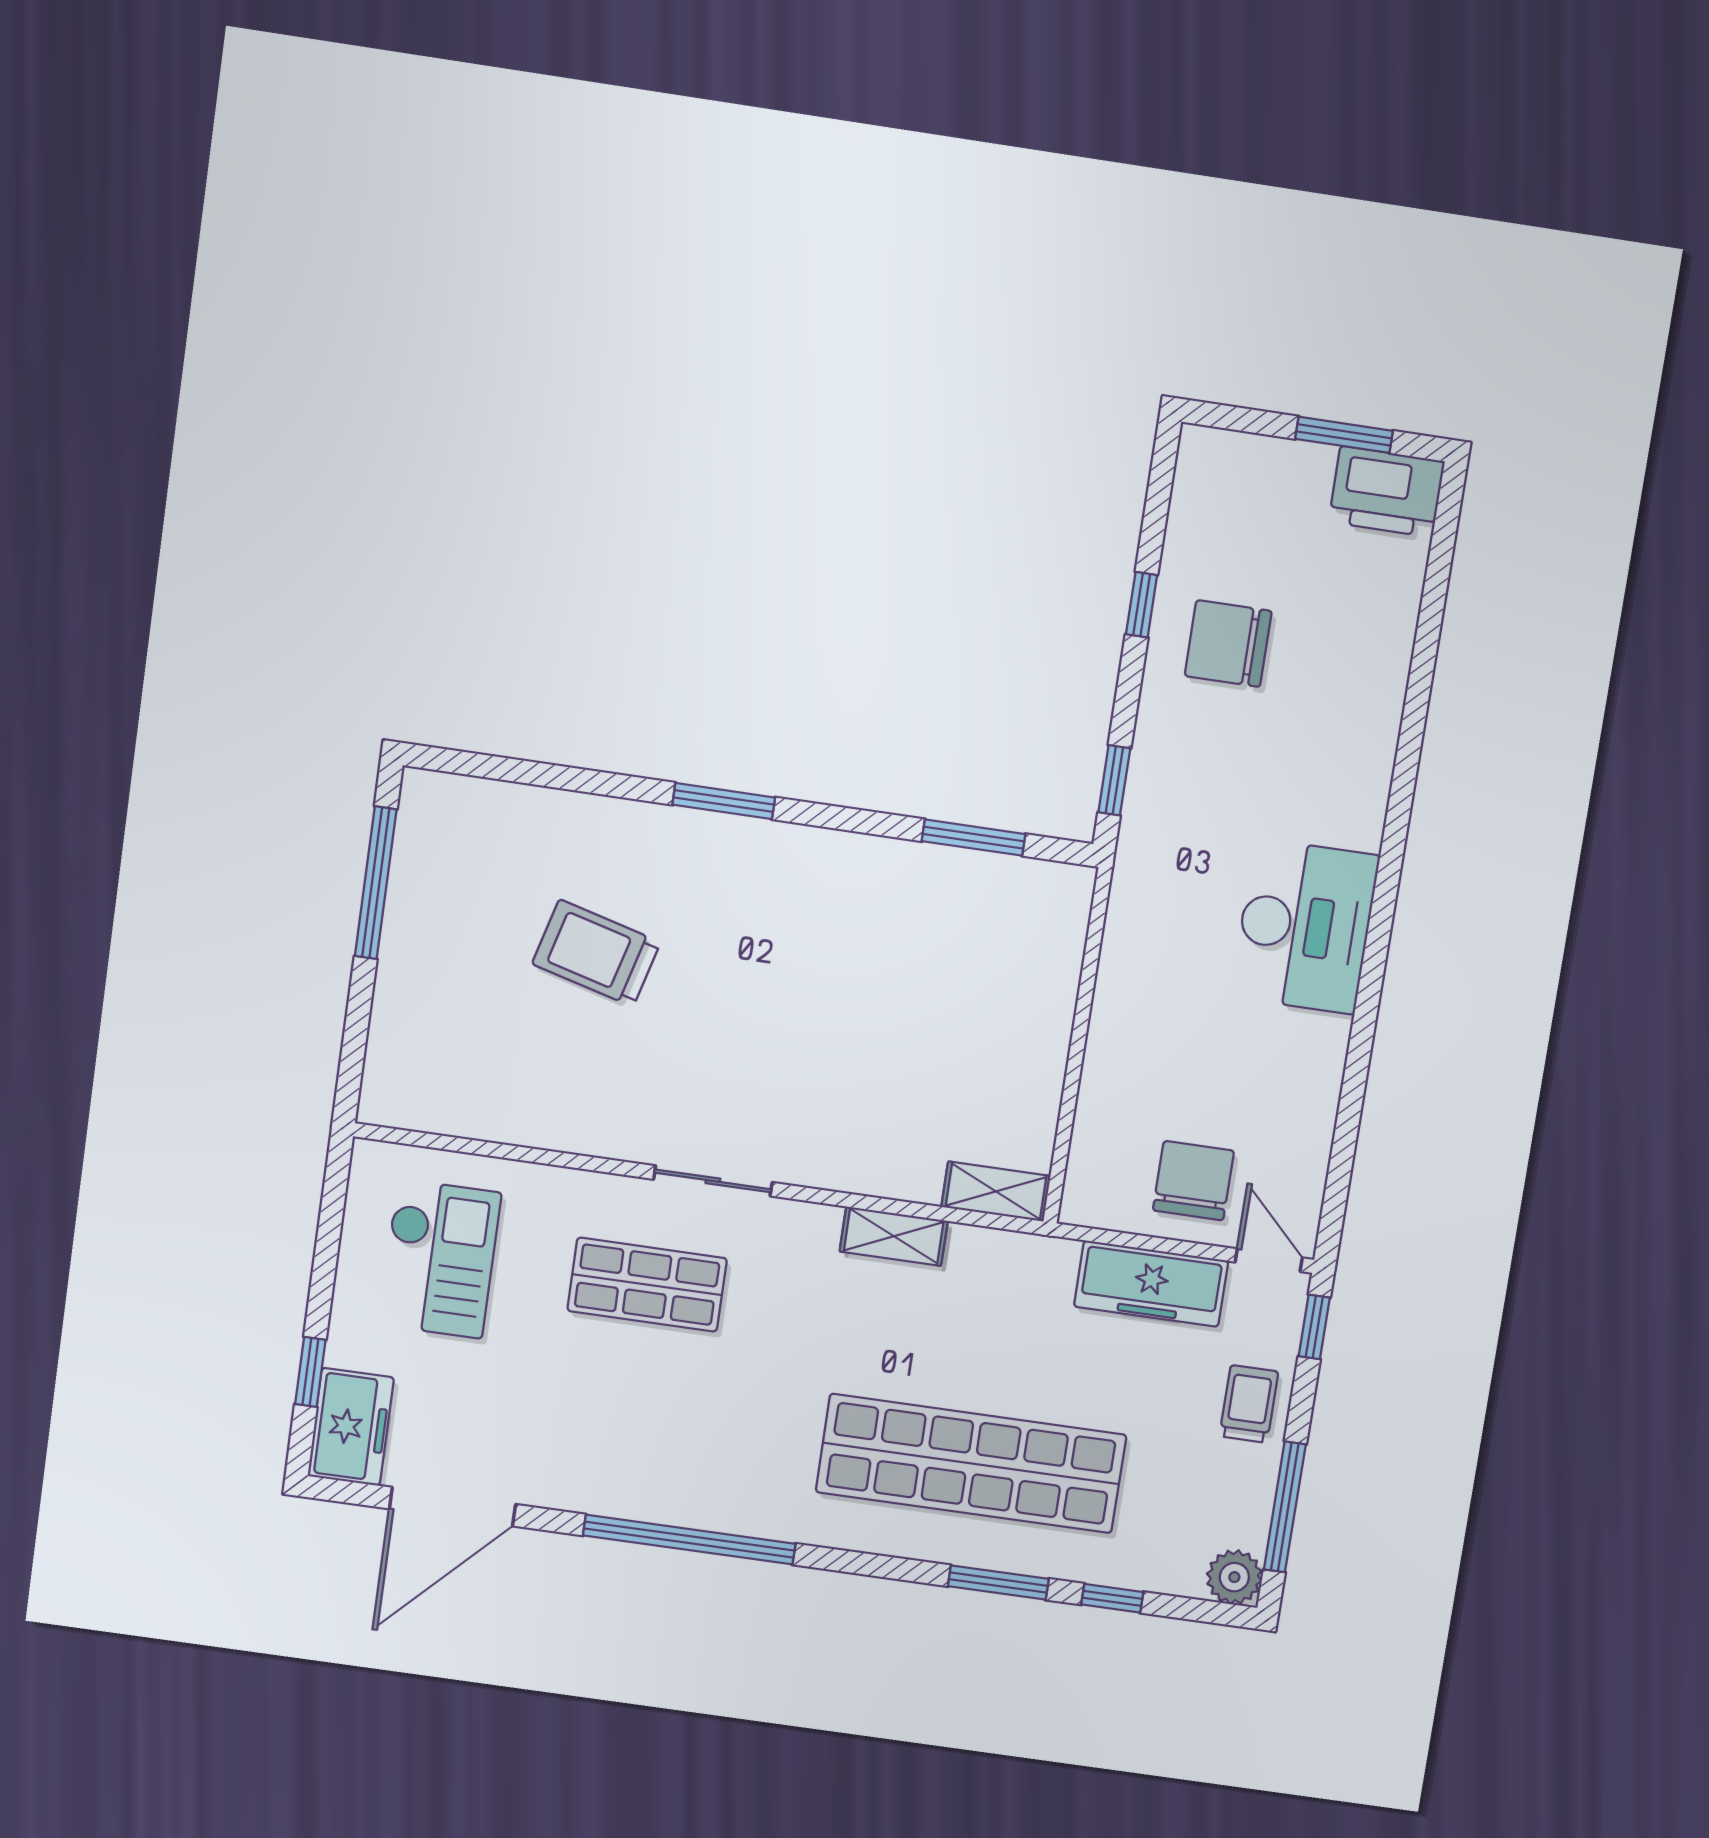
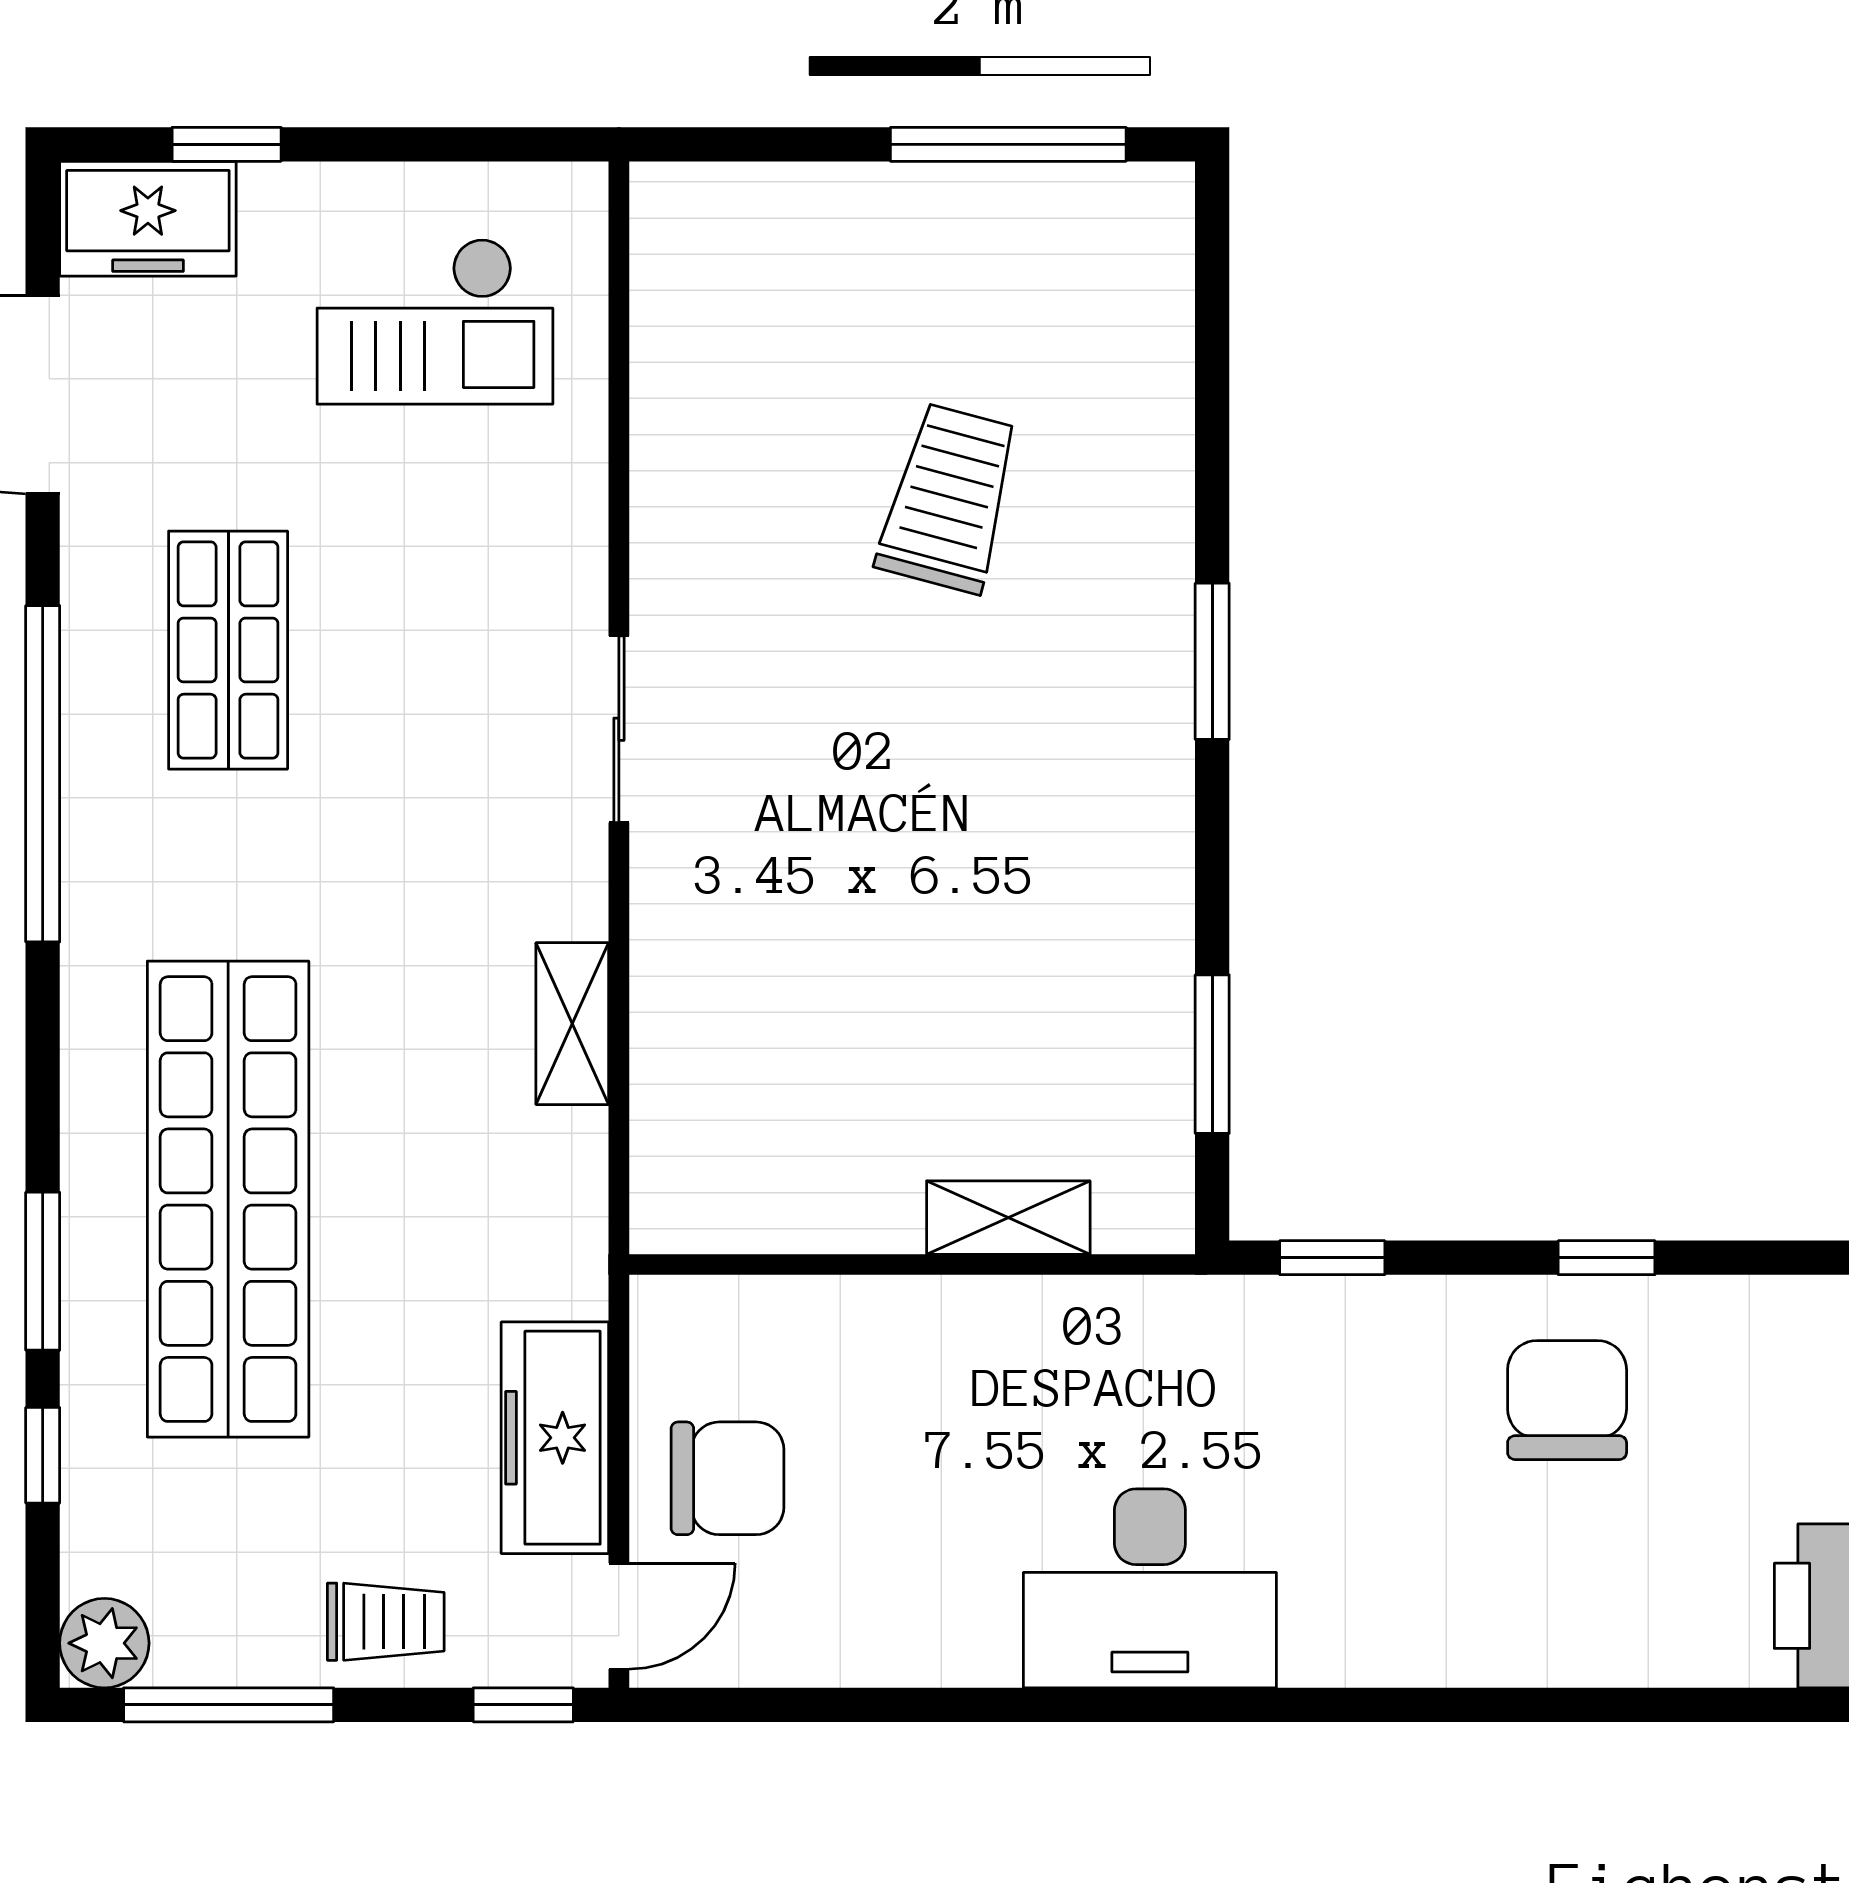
shelving: (996, 1191) -> (1008, 1218), moved, turned 90
shop shelf: (647, 1285) -> (228, 650), moved

